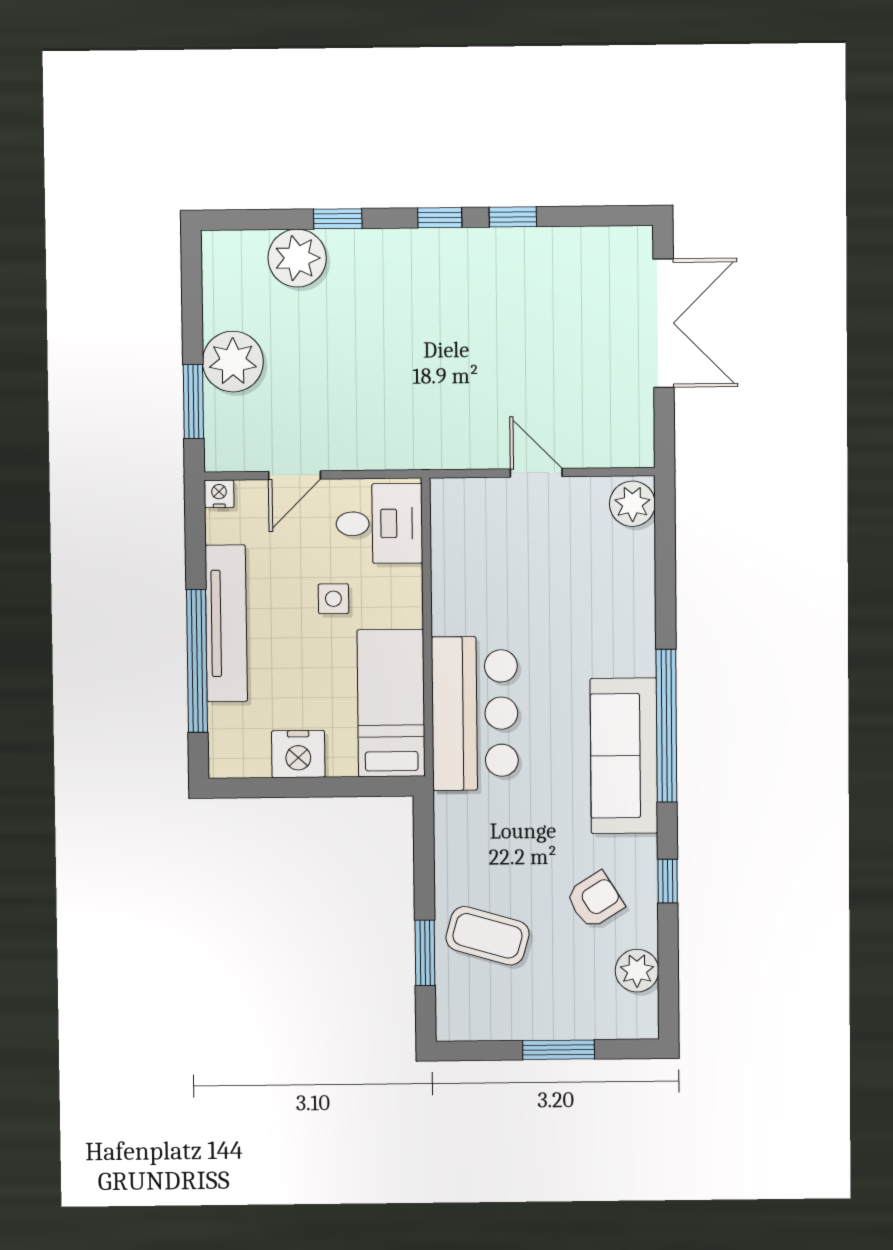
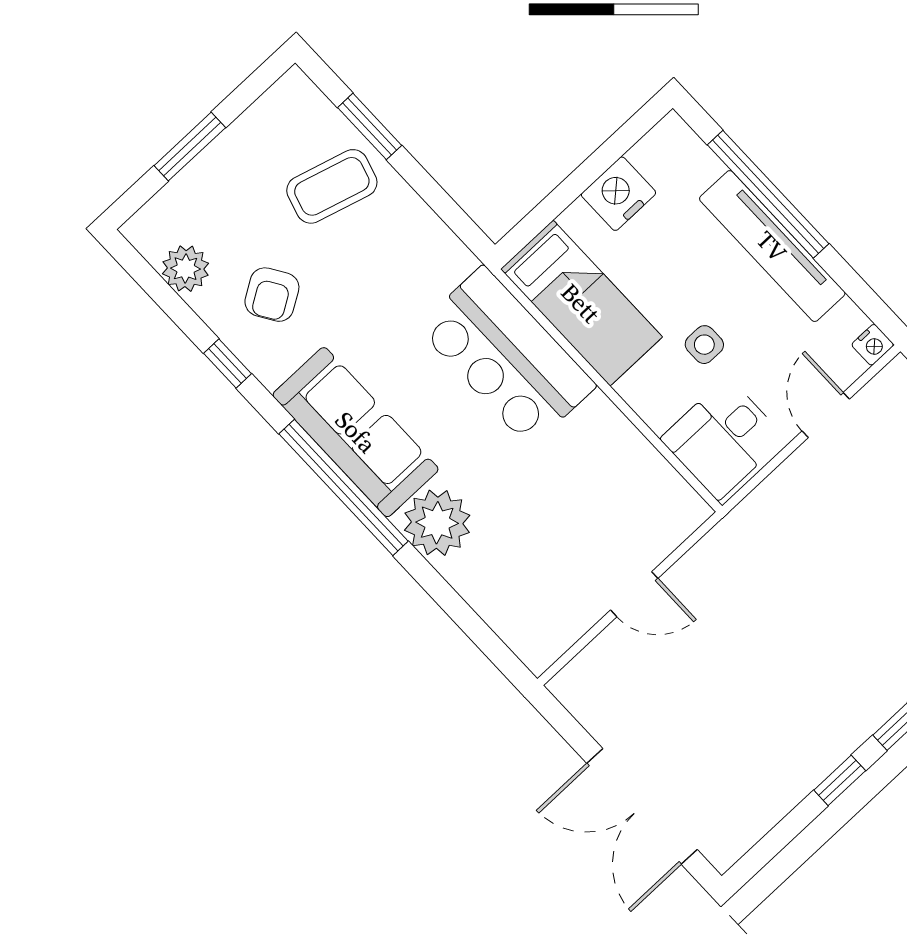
plant: (632, 504) -> (437, 523), moved, width x1.36, depth x1.36

